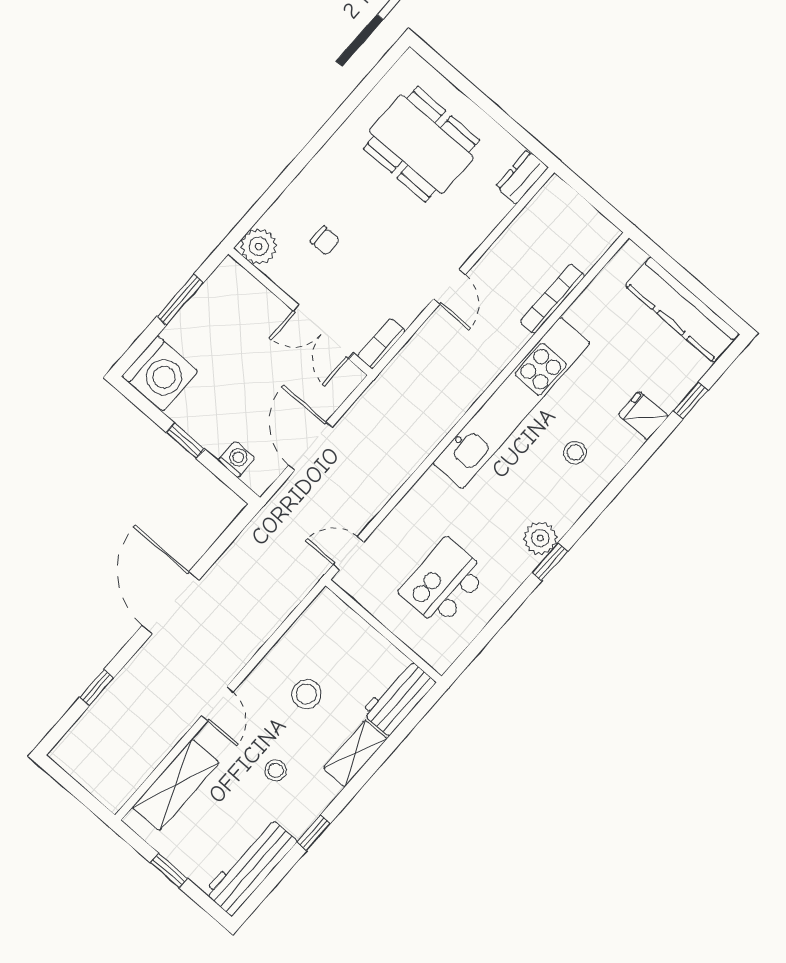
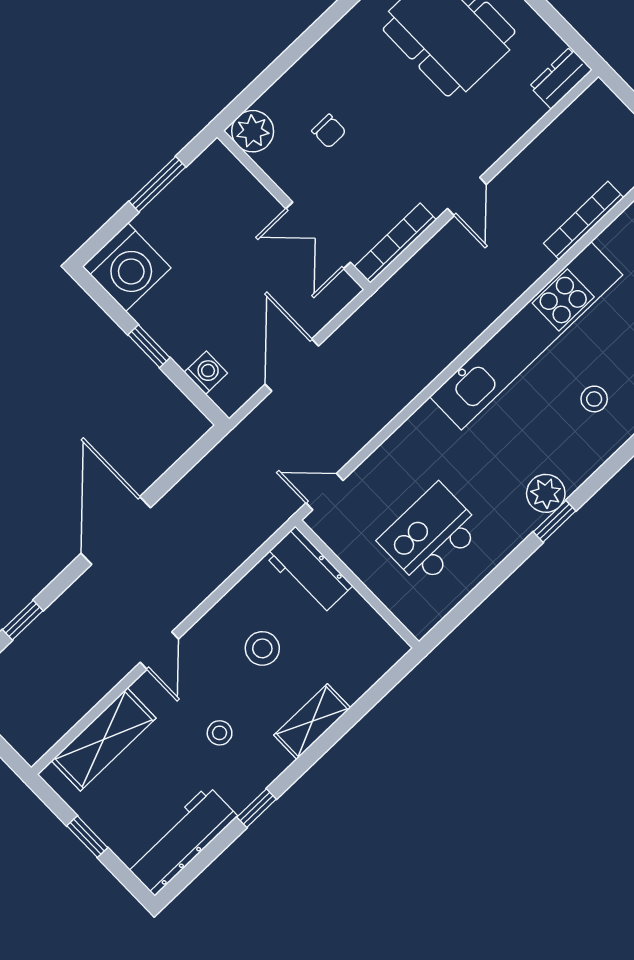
bookcase: (381, 344) -> (395, 243), width x1.56
workbench: (399, 697) -> (309, 571), moved, turned -90

